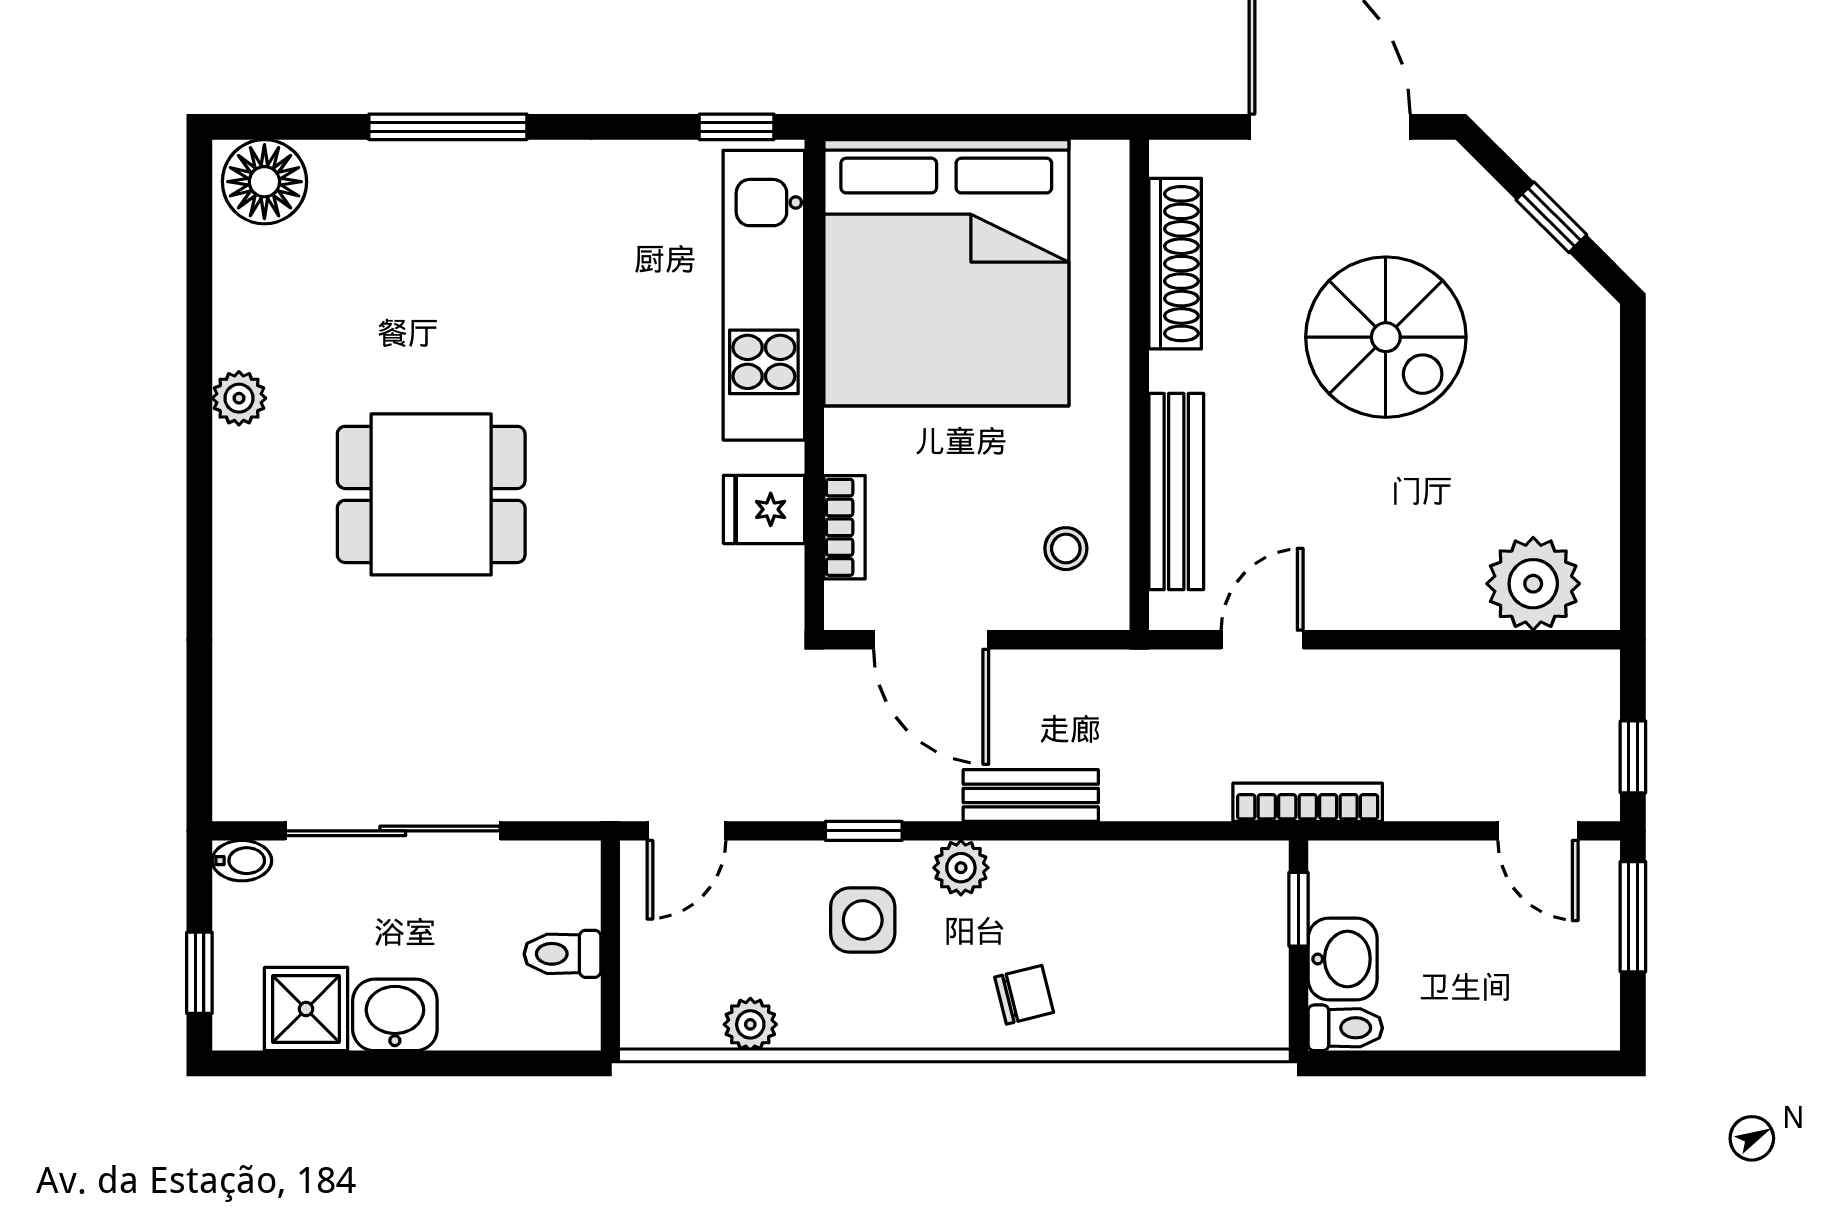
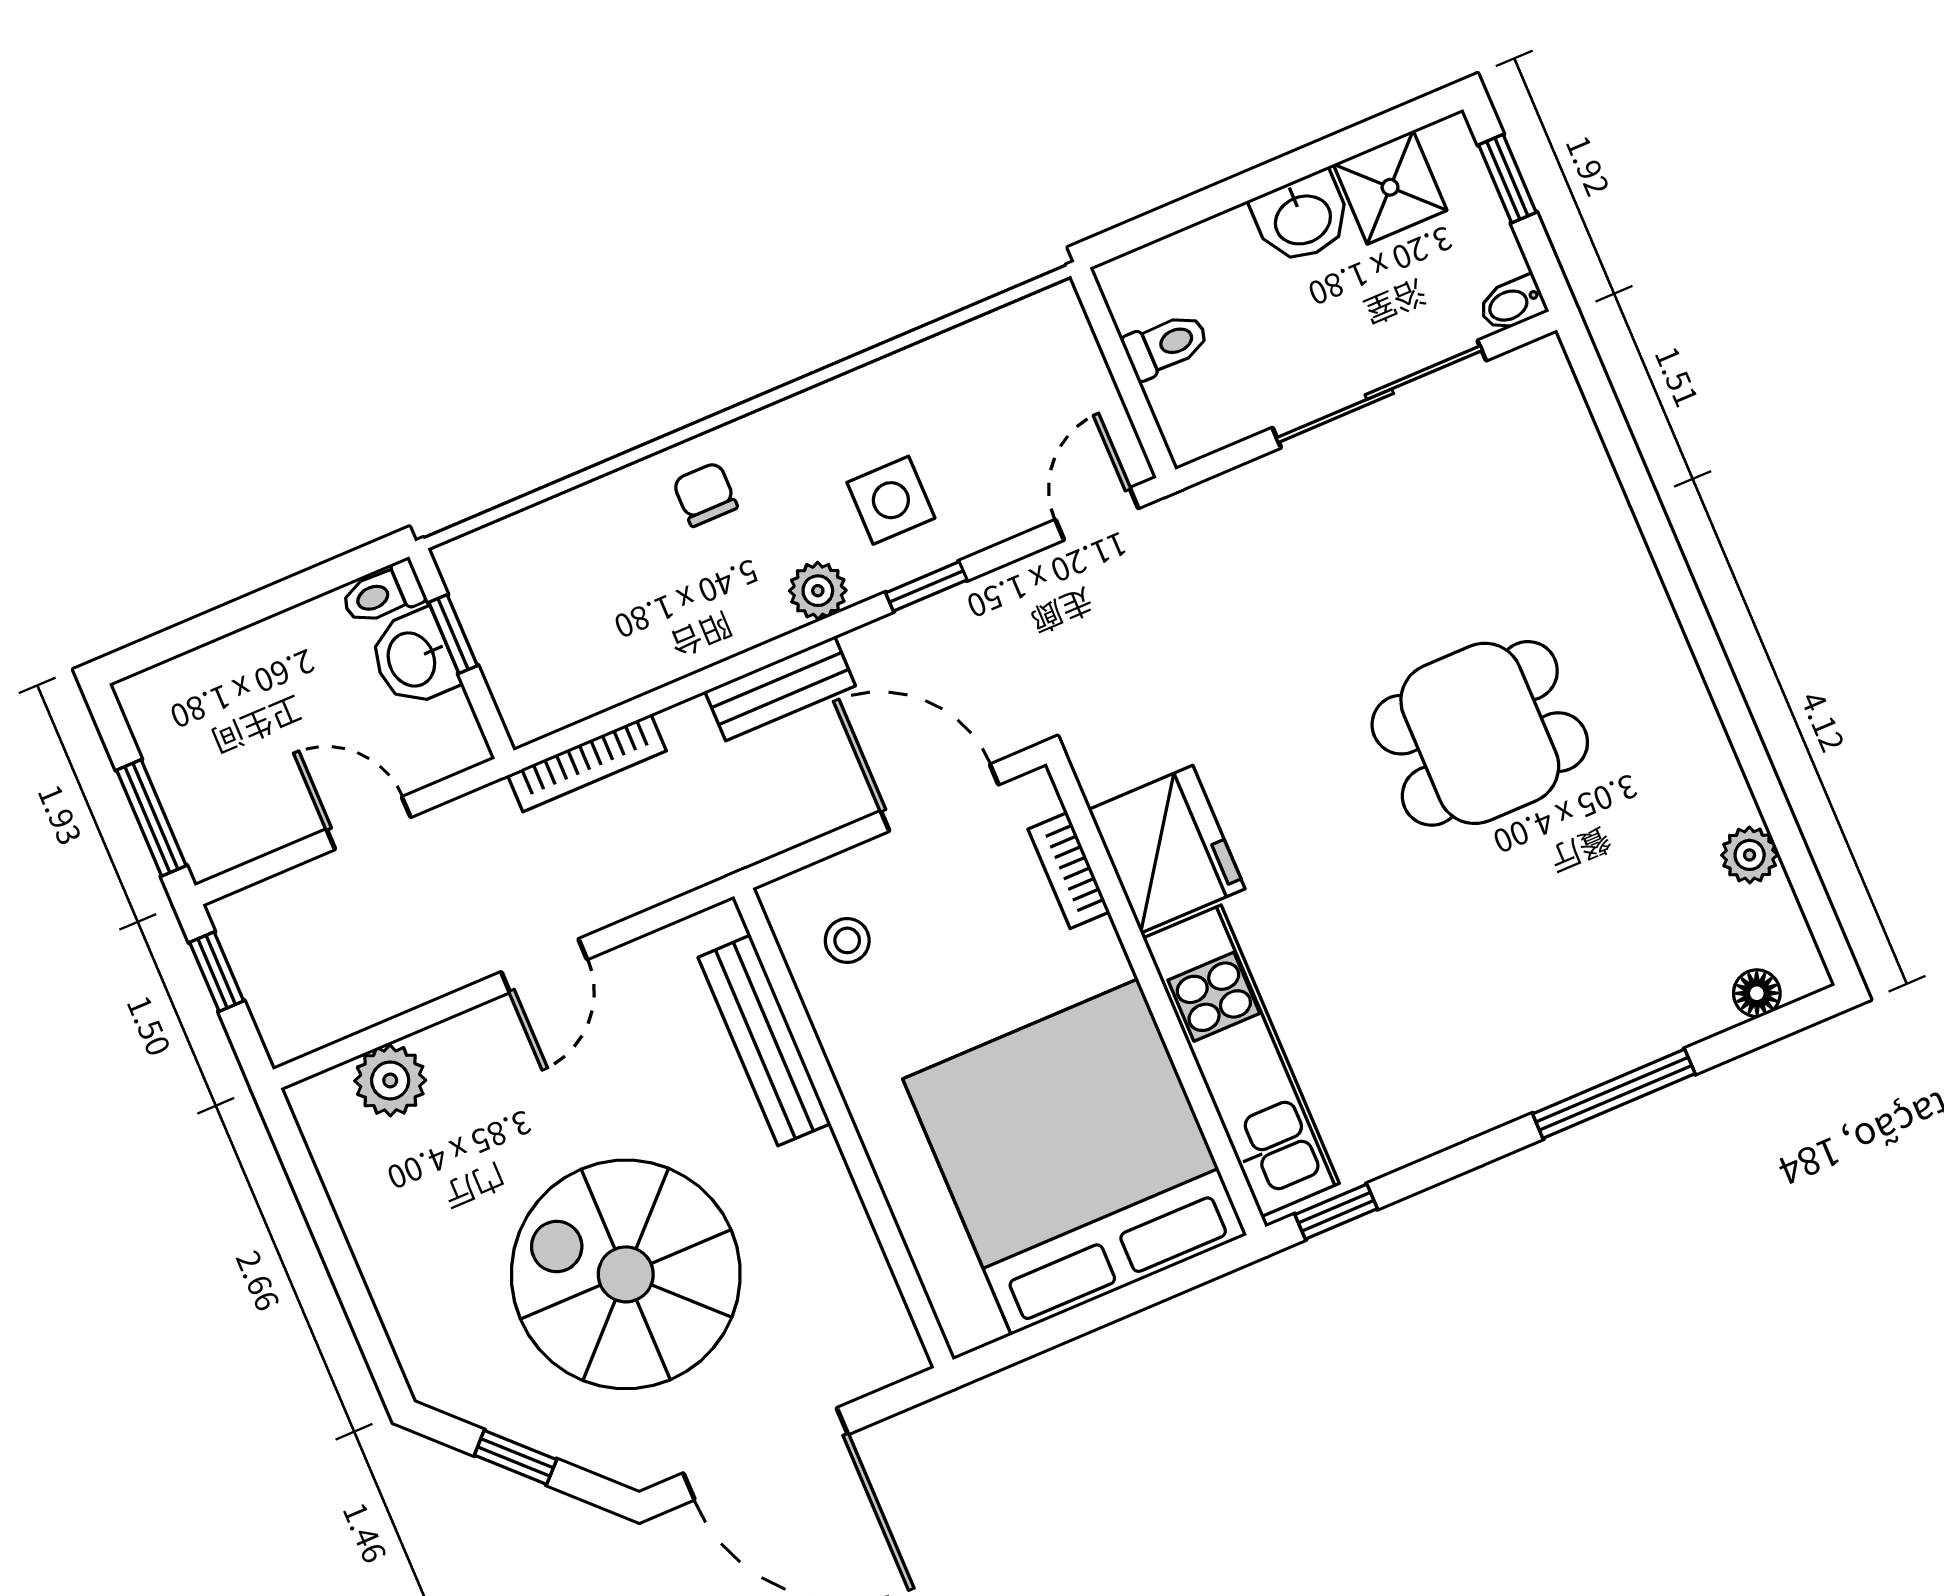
floor lamp: (264, 182) -> (1757, 993), width x0.53, depth x0.53
shoe rack: (1175, 264) -> (858, 1259), removed
spiral stairs: (1386, 337) -> (626, 1274), width x1.37, depth x1.37
plant: (239, 398) -> (1750, 855), moved
fridge: (764, 509) -> (1167, 849), width x1.88, depth x1.34
plant: (1533, 584) -> (390, 1080), width x0.73, depth x0.73
door: (1262, 640) -> (544, 966), moved
bookcase: (1308, 802) -> (587, 763), moved
door: (1538, 831) -> (369, 823), moved
window: (1298, 909) -> (453, 634), moved
chair: (1024, 995) -> (705, 494), turned 104
plant: (750, 1024) -> (956, 354), removed

